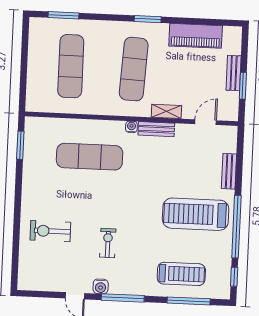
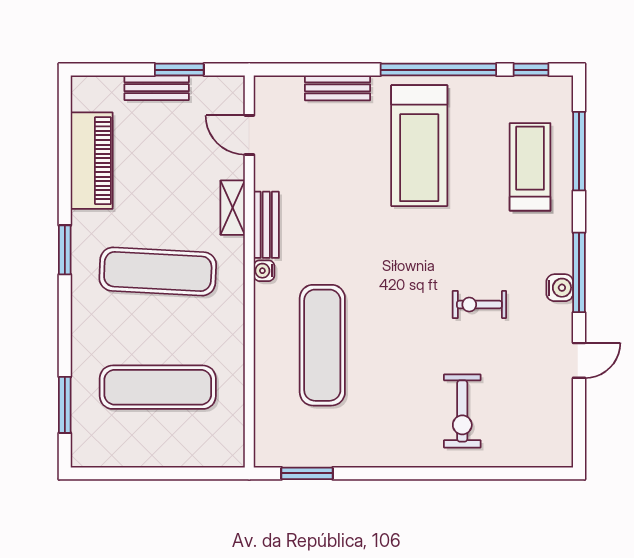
water cooler: (101, 286) -> (560, 288), moved

